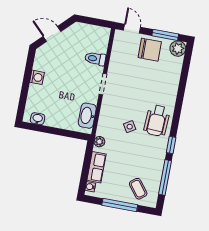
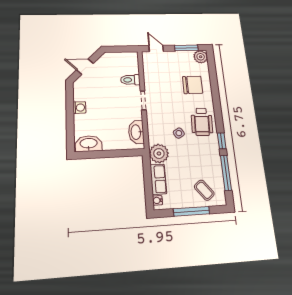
chair: (150, 50) -> (193, 85), moved
washbasin: (38, 119) -> (89, 144), width x1.91, depth x1.45
plant: (99, 142) -> (159, 154), width x1.87, depth x1.87

